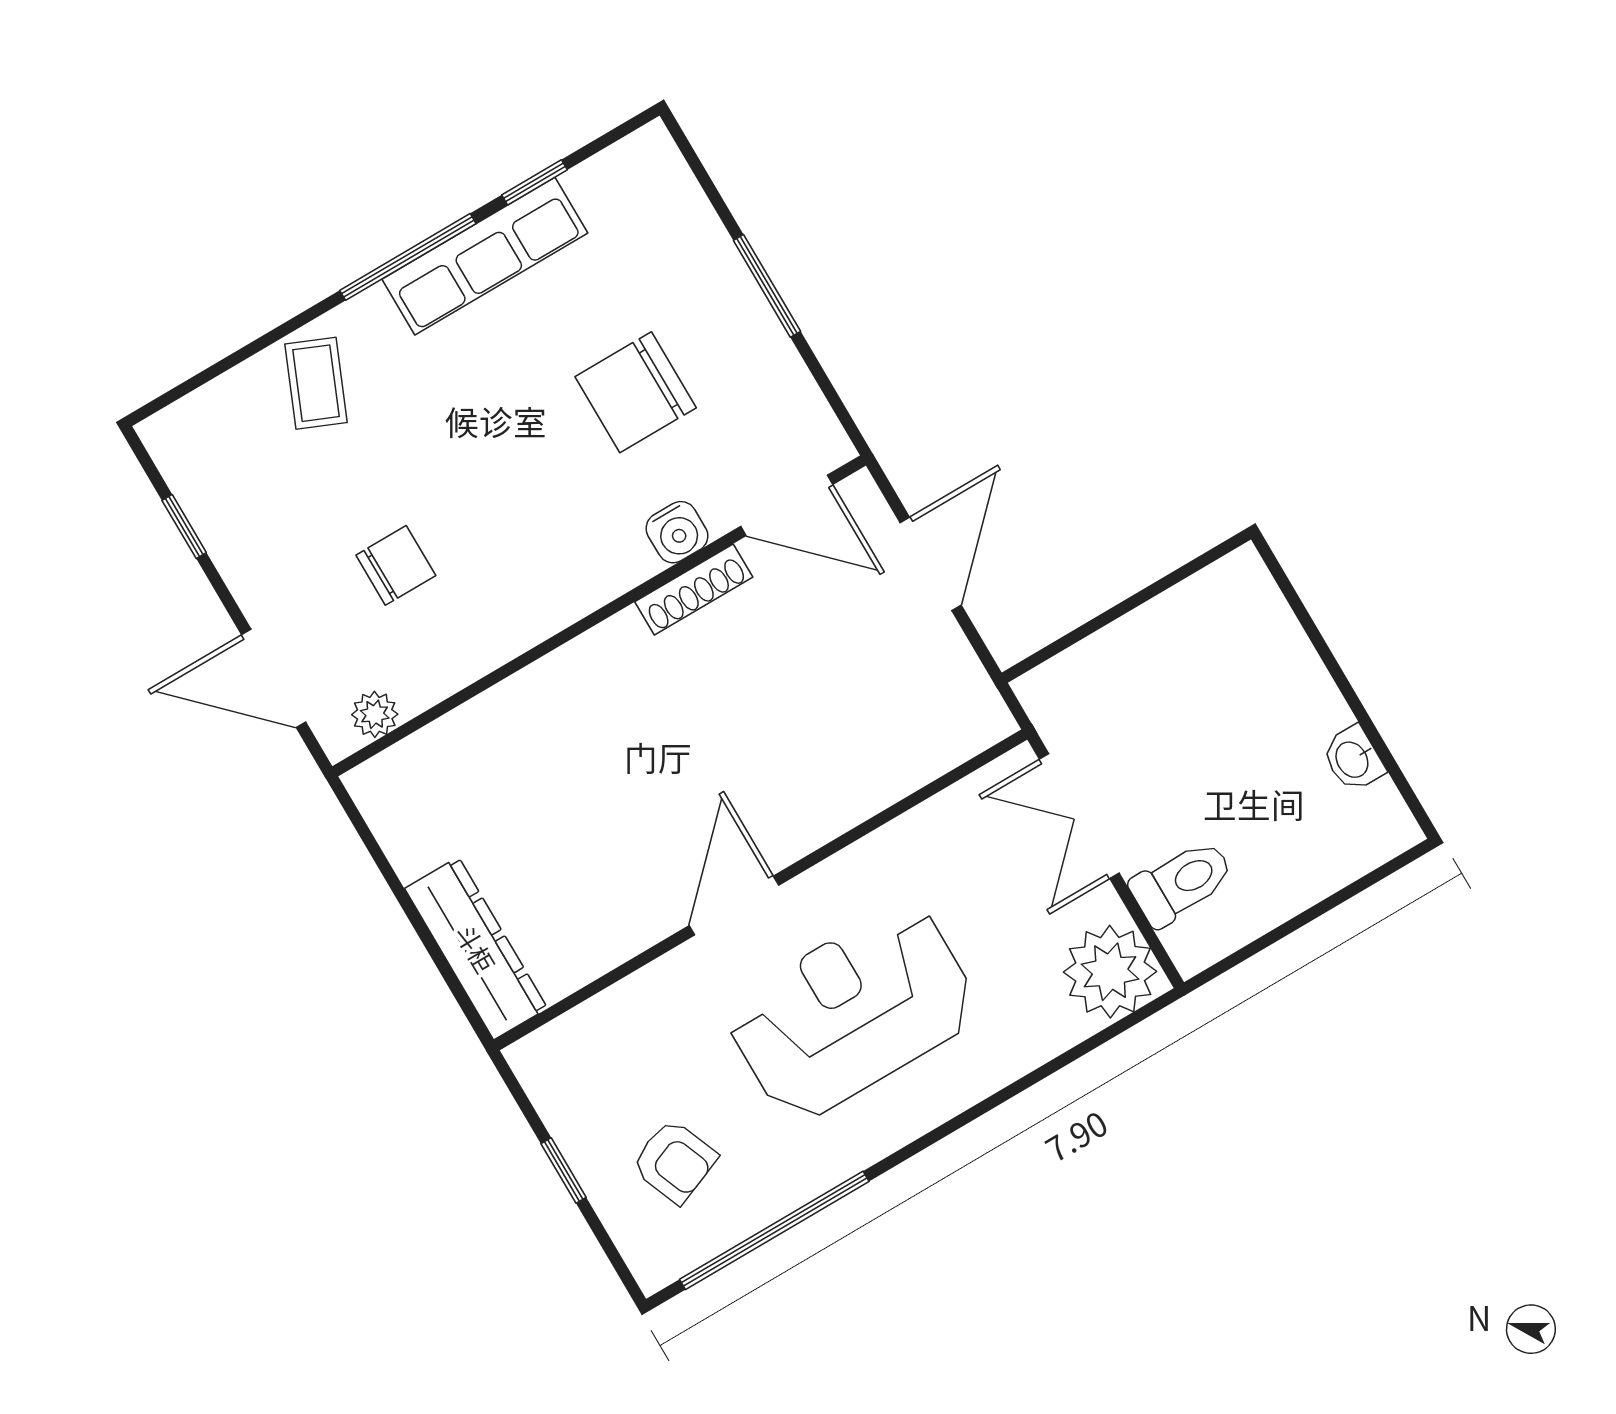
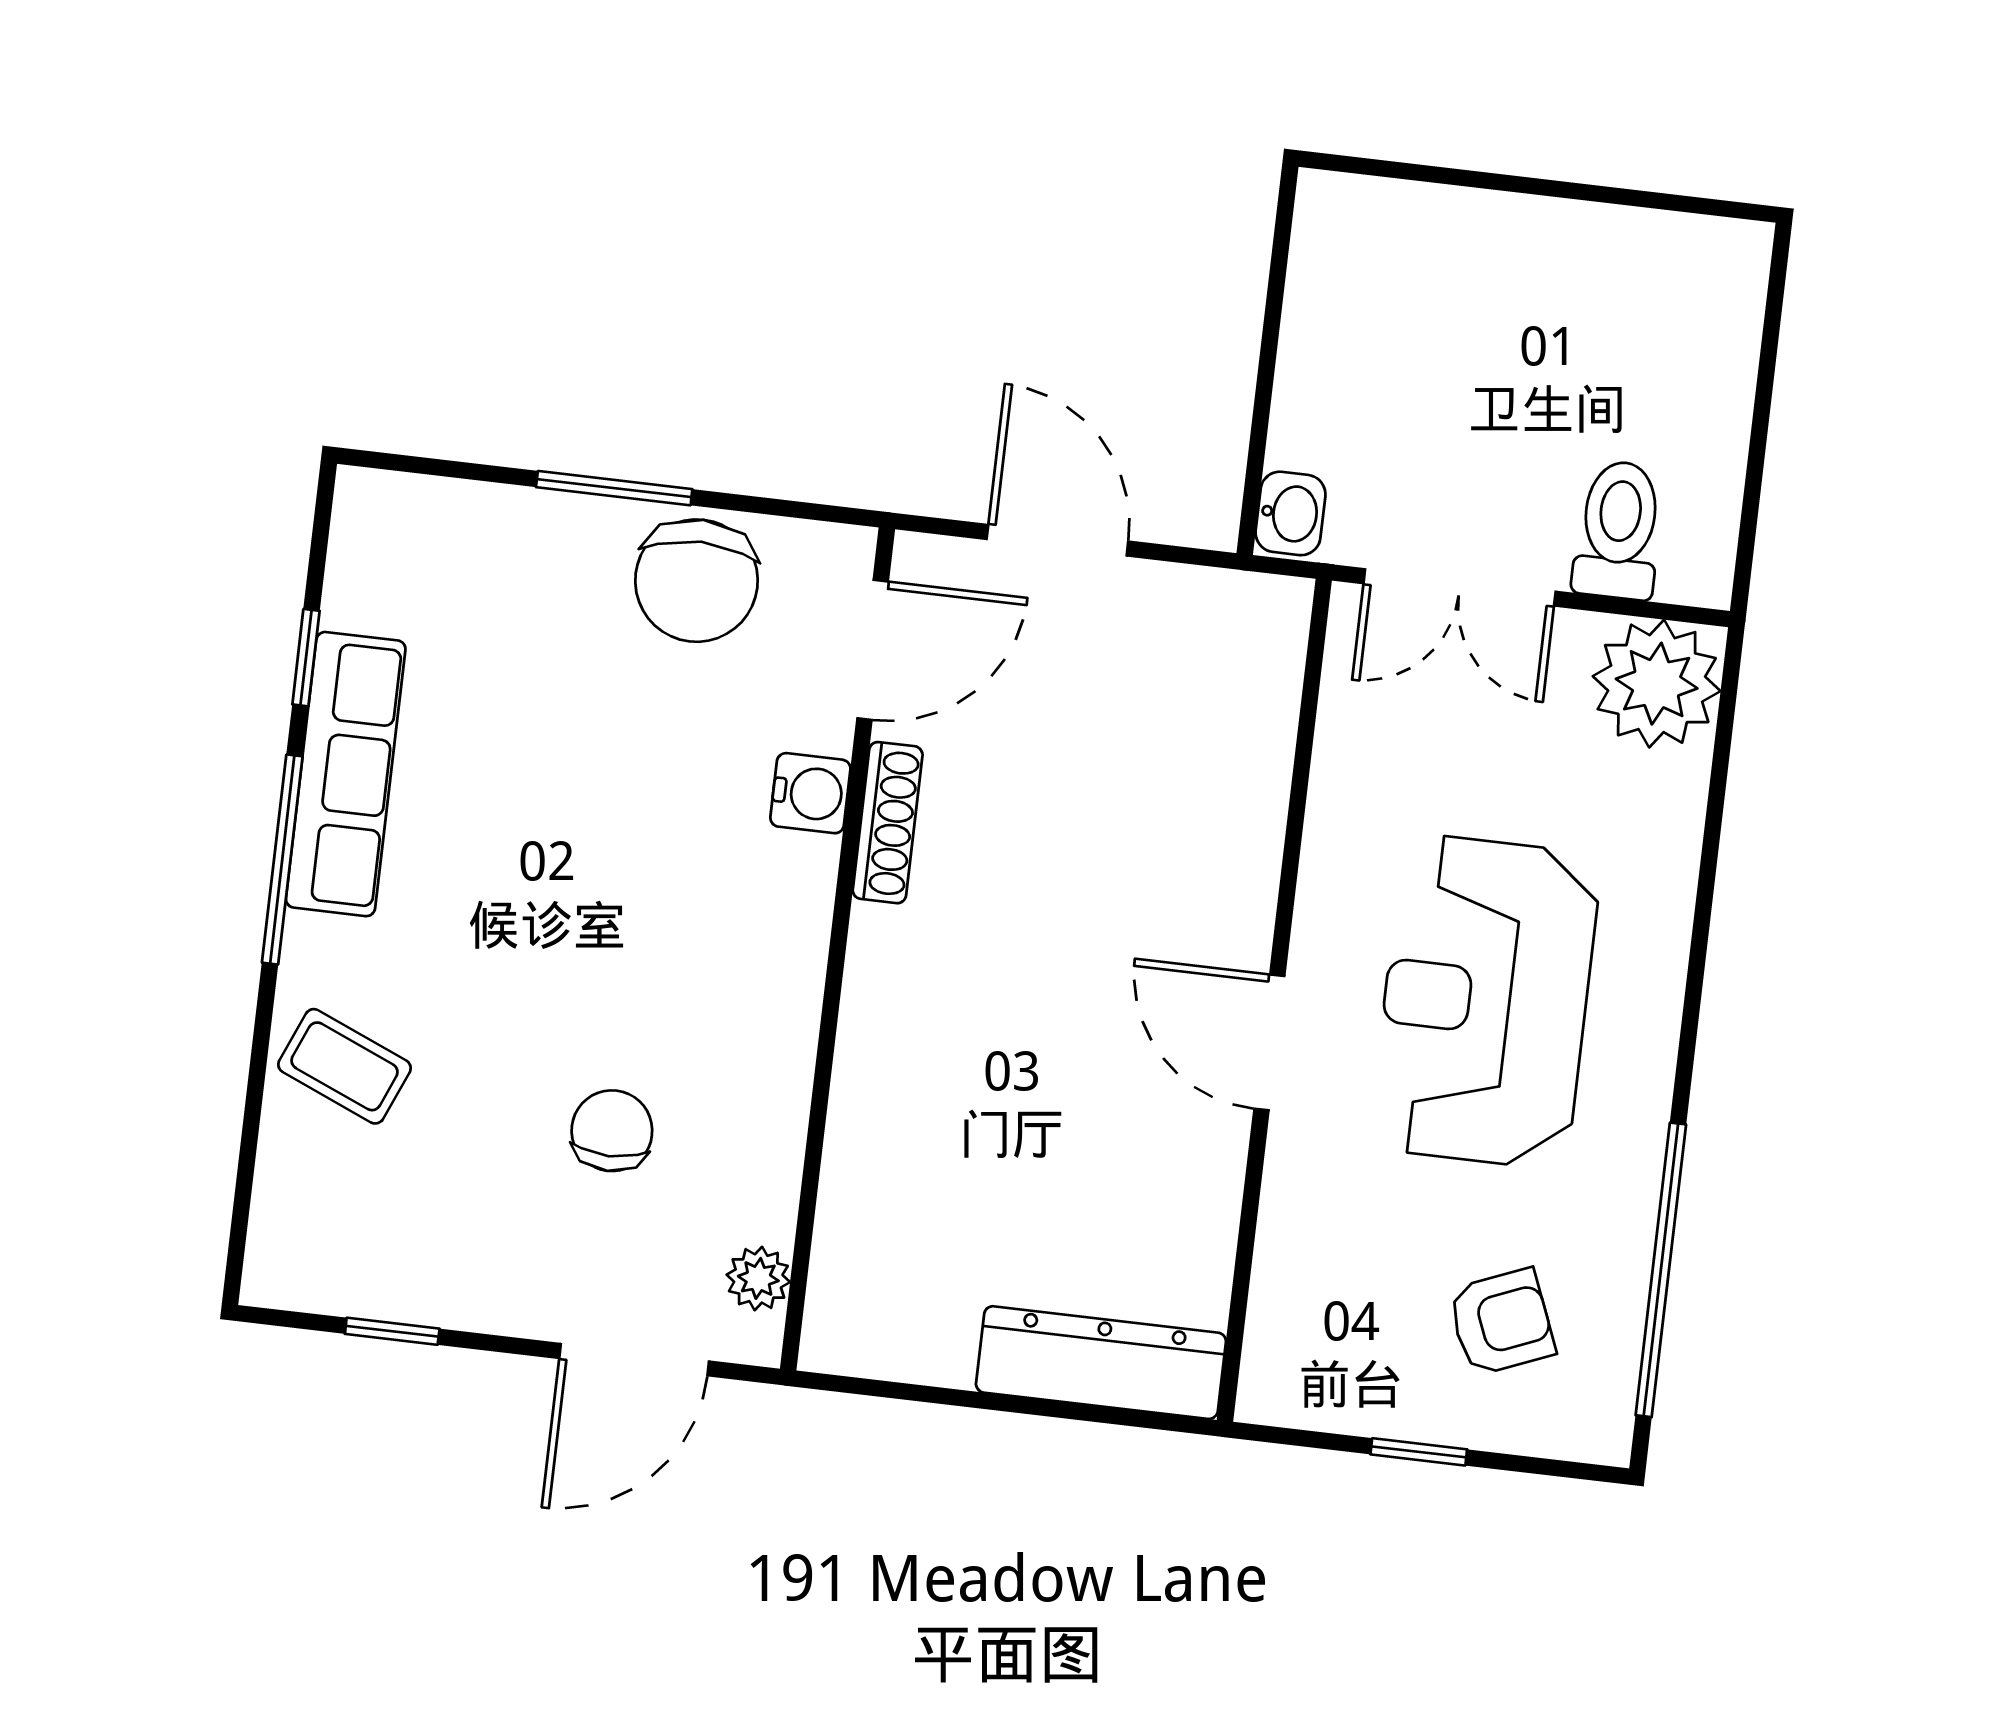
chair: (636, 392) -> (696, 581), moved
washbasin: (1353, 759) -> (1291, 513), moved, turned -90

